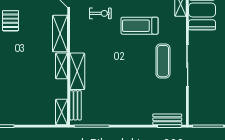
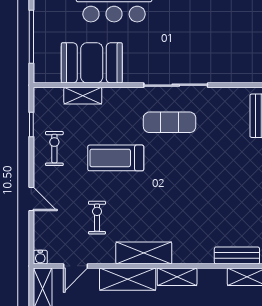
treadmill: (140, 26) -> (116, 158), turned 90
shelving: (77, 71) -> (144, 253), moved

